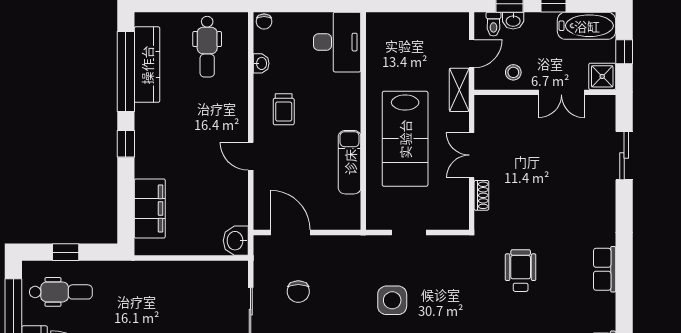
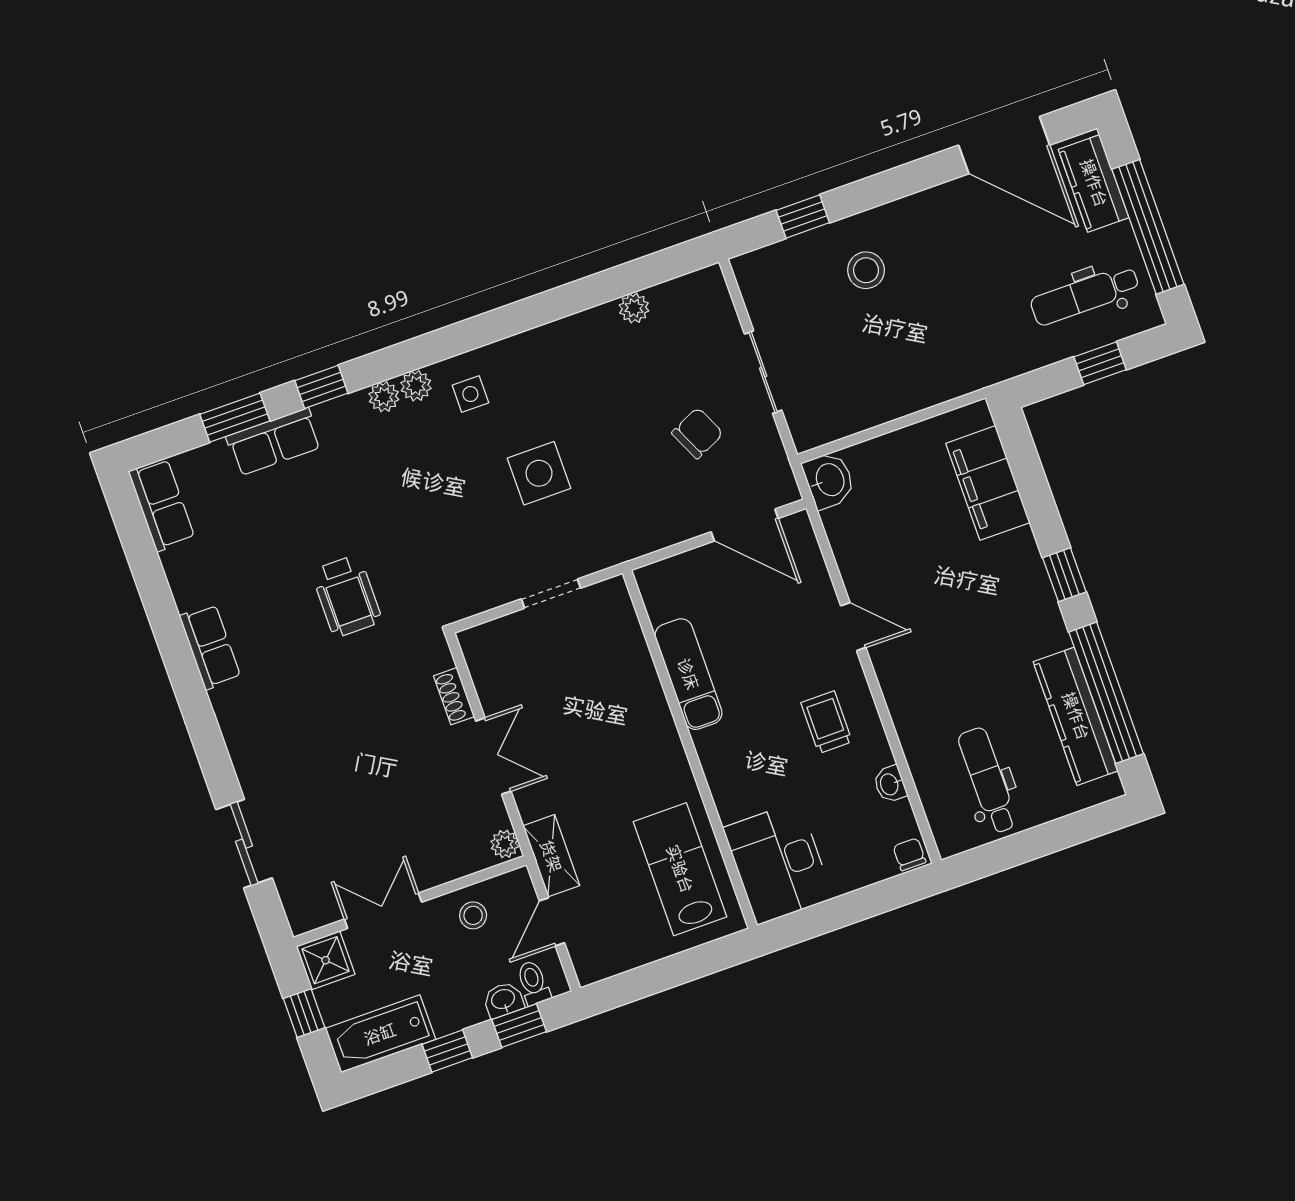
plant: (482, 105) -> (505, 844), added
lab bench: (405, 139) -> (680, 869), moved, width x0.73, depth x0.72
chair: (298, 292) -> (697, 433), turned 65

